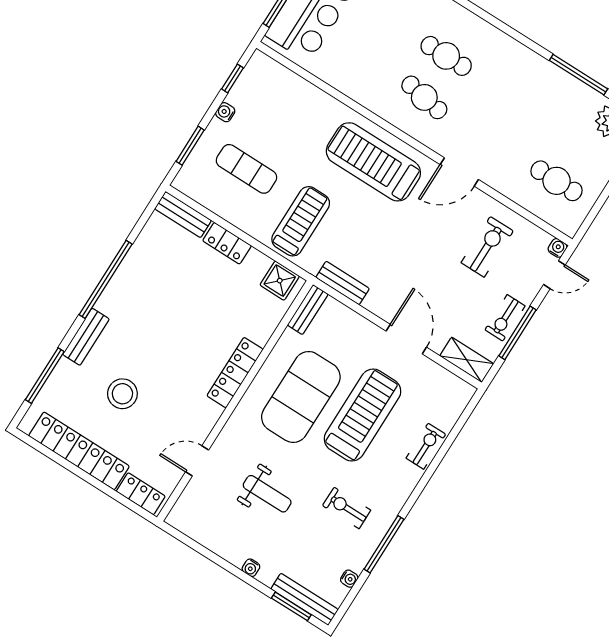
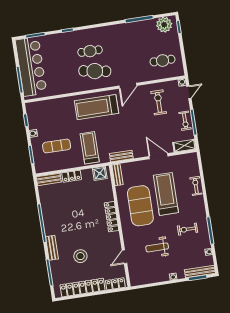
cafe table: (424, 97) -> (95, 71), width x1.37, depth x1.35
weight bench: (267, 494) -> (157, 247), turned 180

